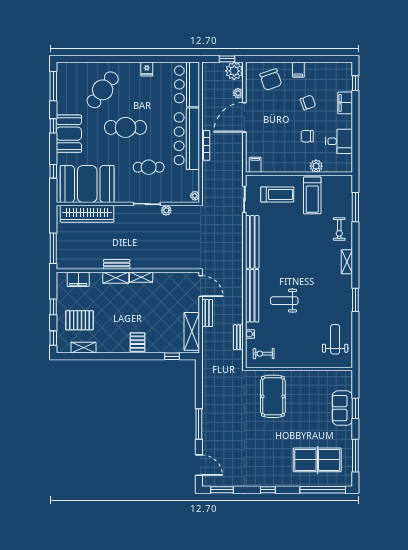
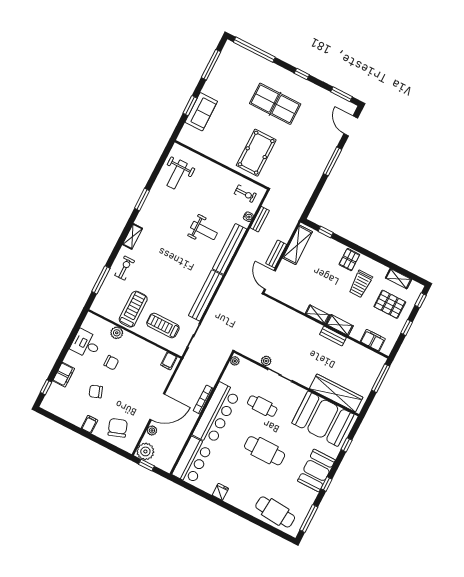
cafe table: (103, 90) -> (275, 512), moved, turned 58
trolley: (116, 325) -> (361, 284), added
table tennis table: (317, 460) -> (275, 104), moved

